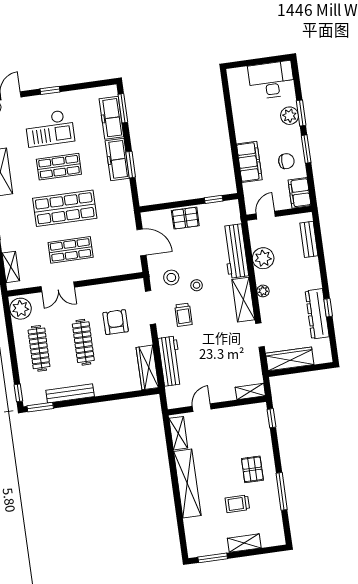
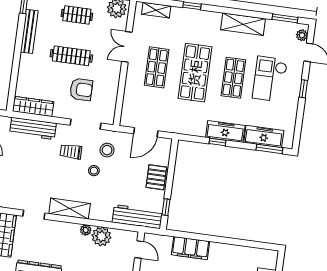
window: (131, 165) -> (217, 142), width x0.67
workbench: (235, 251) -> (137, 217), moved
plant: (263, 291) -> (86, 230), moved
clothes rail: (39, 348) -> (77, 15), width x0.73

